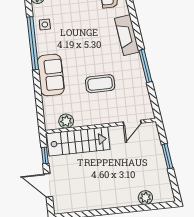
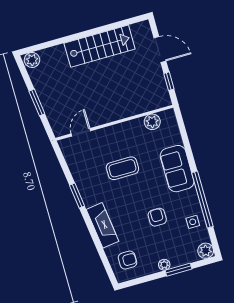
armchair: (76, 34) -> (157, 217), added
window: (145, 66) -> (77, 196), width x0.69
stairs: (78, 141) -> (100, 46), moved, turned 180
plant: (145, 198) -> (32, 60), moved

